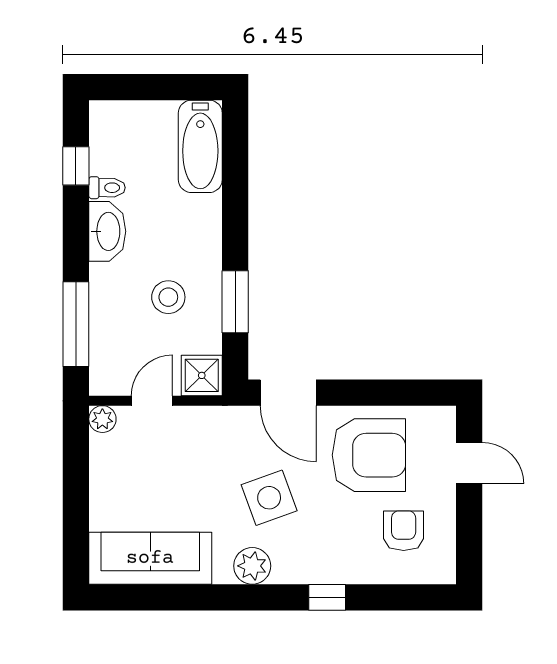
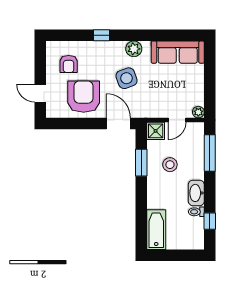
armchair: (369, 455) -> (84, 97), turned 90

